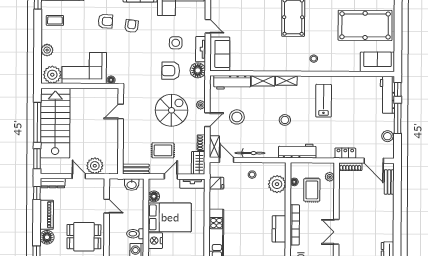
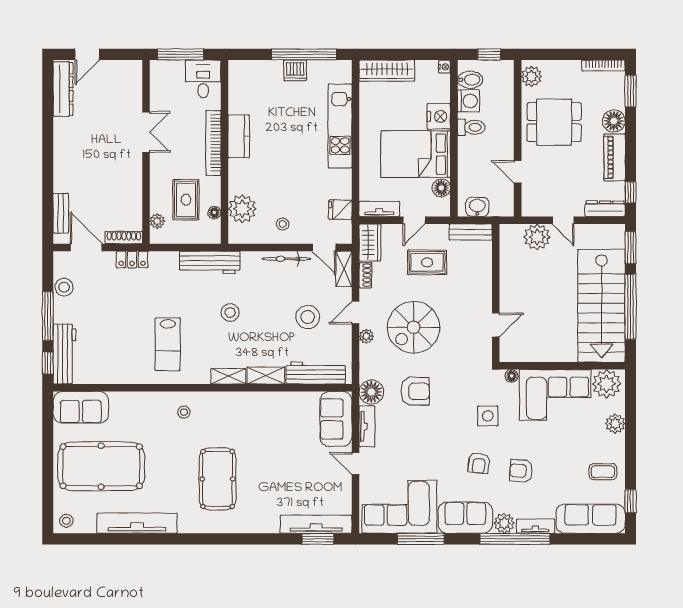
side table: (176, 43) -> (488, 416), moved

